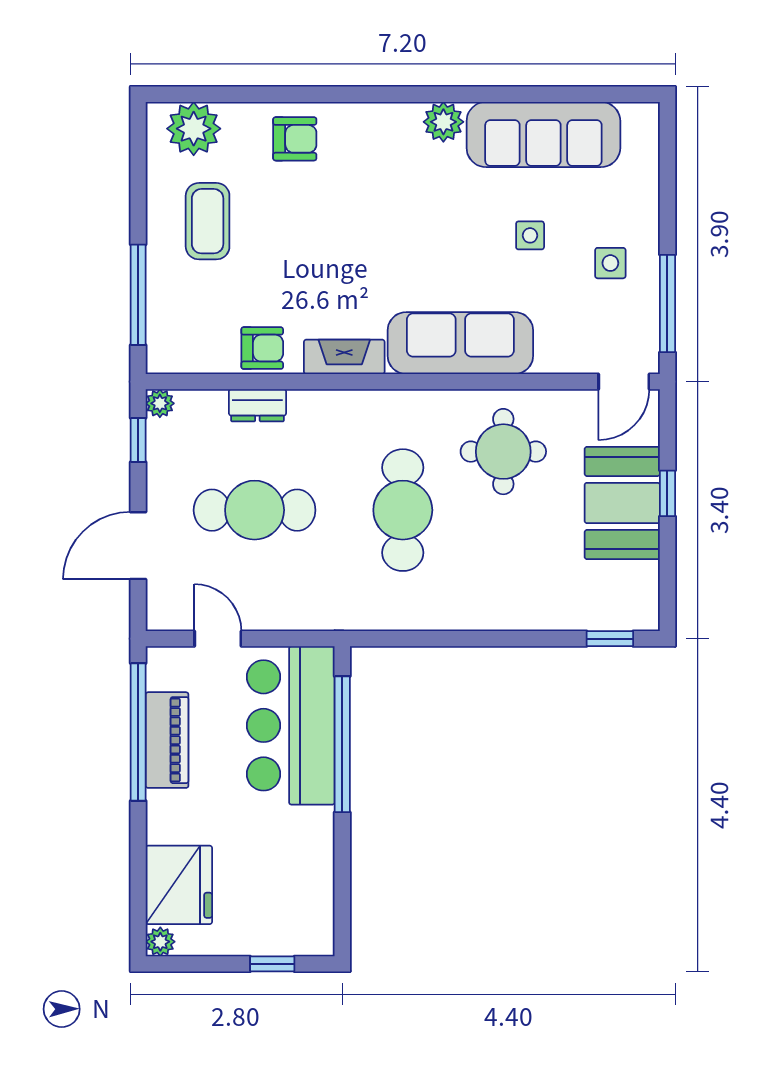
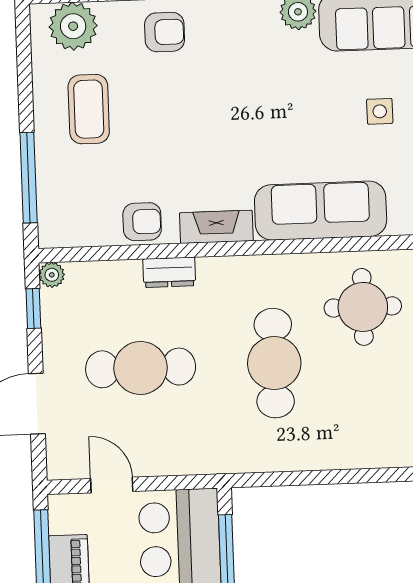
dresser: (257, 405) -> (169, 272), moved

